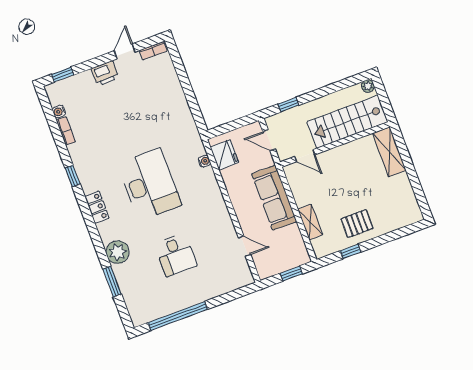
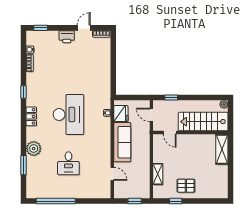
sofa: (274, 198) -> (122, 142), moved, turned 180

